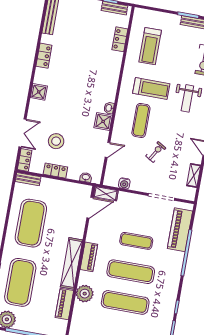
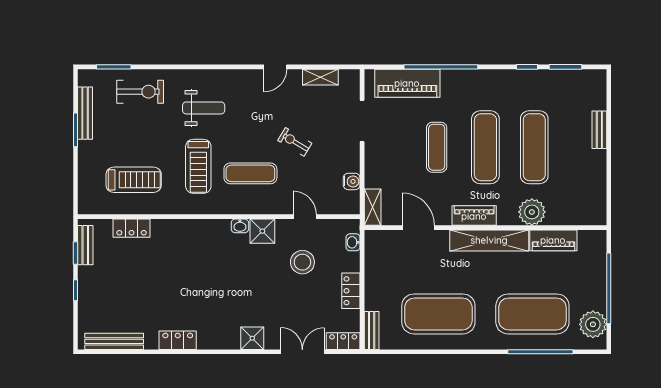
treadmill: (151, 88) -> (198, 166), turned 180
shower: (39, 92) -> (252, 338), moved
stool: (56, 141) -> (302, 262), moved
door: (90, 208) -> (418, 228), moved

